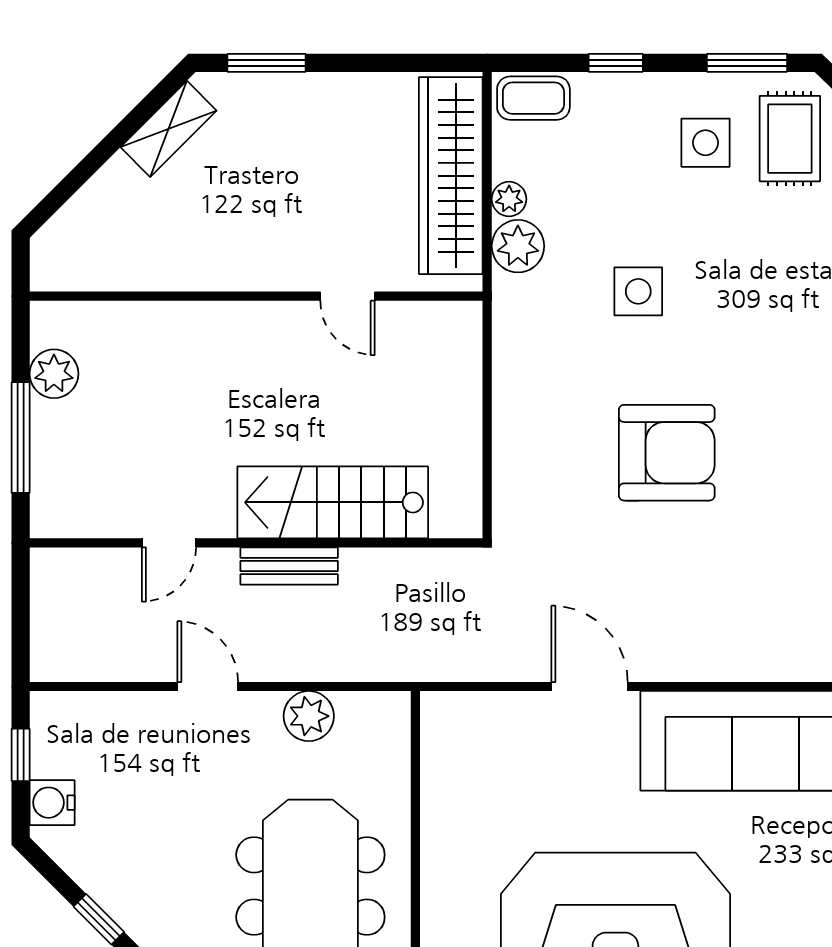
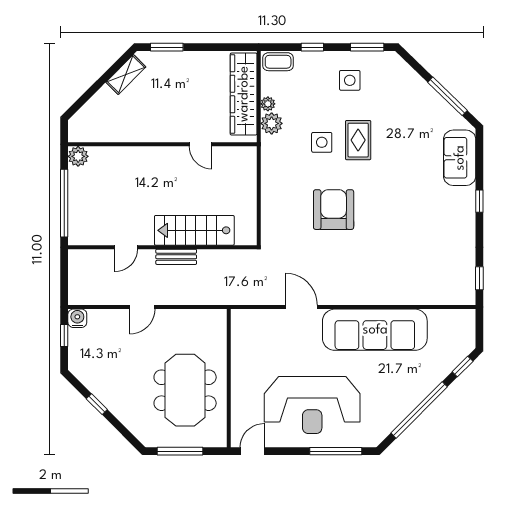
rug: (790, 139) -> (358, 140), moved
plant: (54, 374) -> (78, 156), moved
window: (21, 437) -> (64, 203), width x1.46
armchair: (667, 453) -> (334, 210), turned -90
door: (208, 687) -> (142, 307), swing flipped
plant: (309, 716) -> (184, 319), removed
water cooler: (52, 803) -> (77, 318), moved, turned 90

